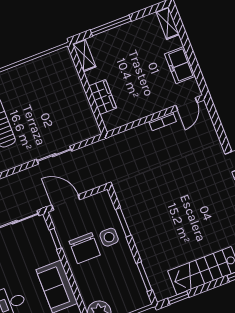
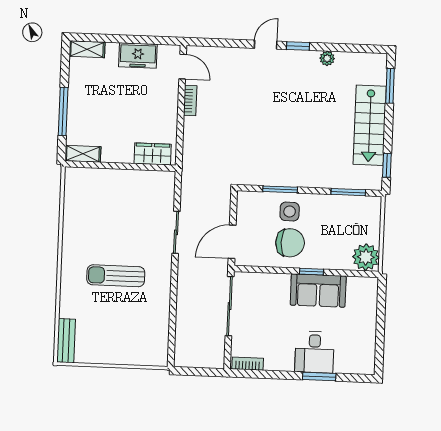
wardrobe: (103, 97) -> (153, 154), moved
window: (55, 239) -> (311, 272), moved

